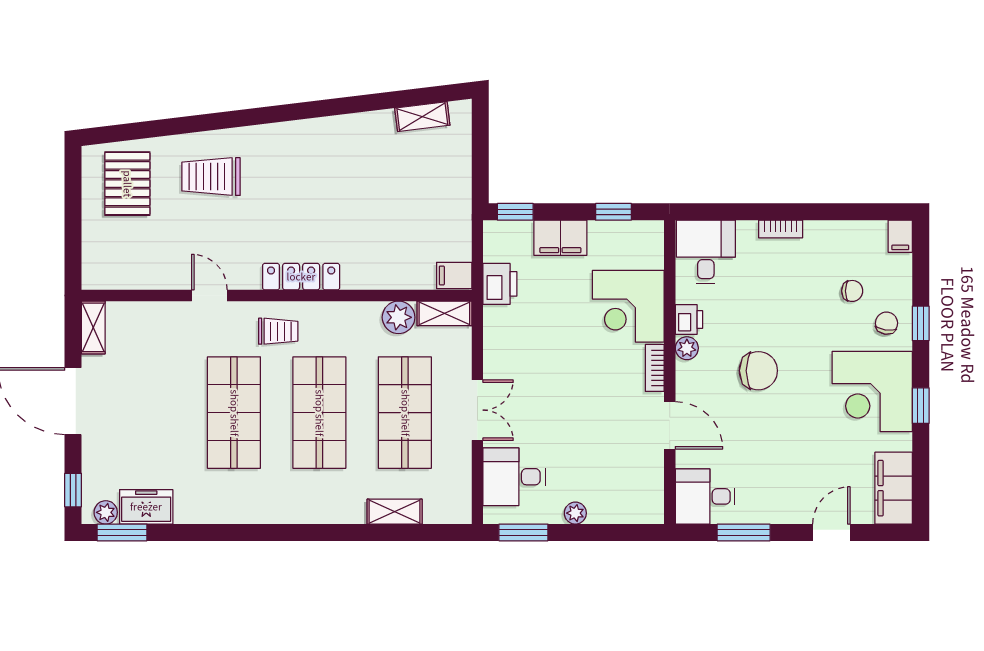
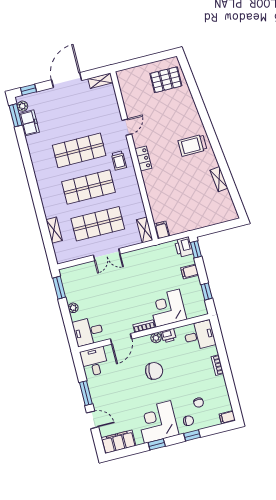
shelving: (422, 117) -> (219, 179), moved
trolley: (211, 177) -> (192, 145), moved, turned -91
filing cabinet: (560, 238) -> (190, 272), width x0.50
locker: (301, 277) -> (143, 158), width x0.66
printer: (500, 284) -> (184, 247), moved, turned 90
plant: (399, 317) -> (138, 211), removed
chair: (758, 371) -> (154, 371), turned -85
desk: (514, 477) -> (88, 331), moved, turned -90
window: (744, 532) -> (86, 393), moved

